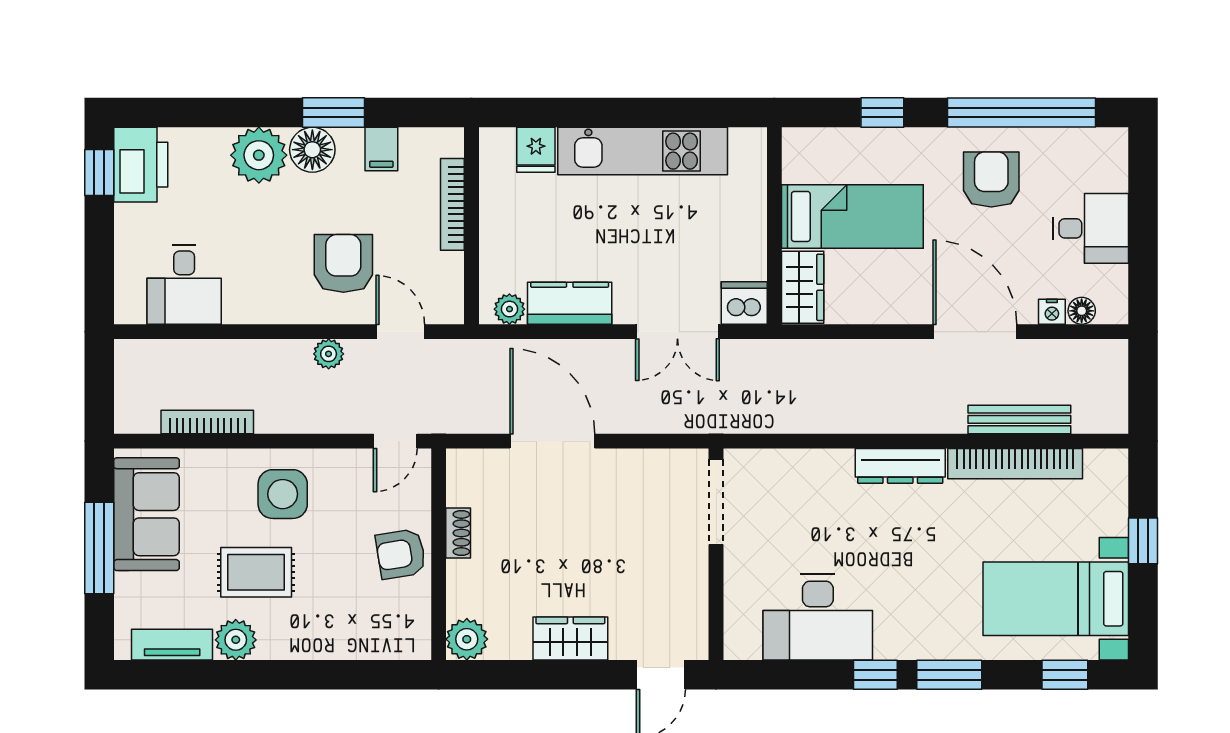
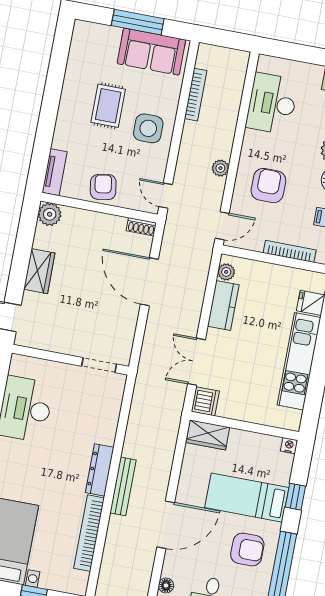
bed: (852, 216) -> (247, 498), moved, turned 90
armchair: (343, 263) -> (268, 186), turned -90
desk: (184, 284) -> (272, 104), width x1.37
nightstand: (1052, 312) -> (289, 446), moved, turned 90
door: (400, 332) -> (222, 226), moved
bench: (1019, 419) -> (123, 486), moved
door: (552, 441) -> (149, 282), swing flipped
doorway: (716, 502) -> (99, 365), width x0.73
shoe rack: (458, 533) -> (141, 227), moved
plant: (236, 640) -> (73, 88), removed
tv unit: (172, 645) -> (54, 172), moved

